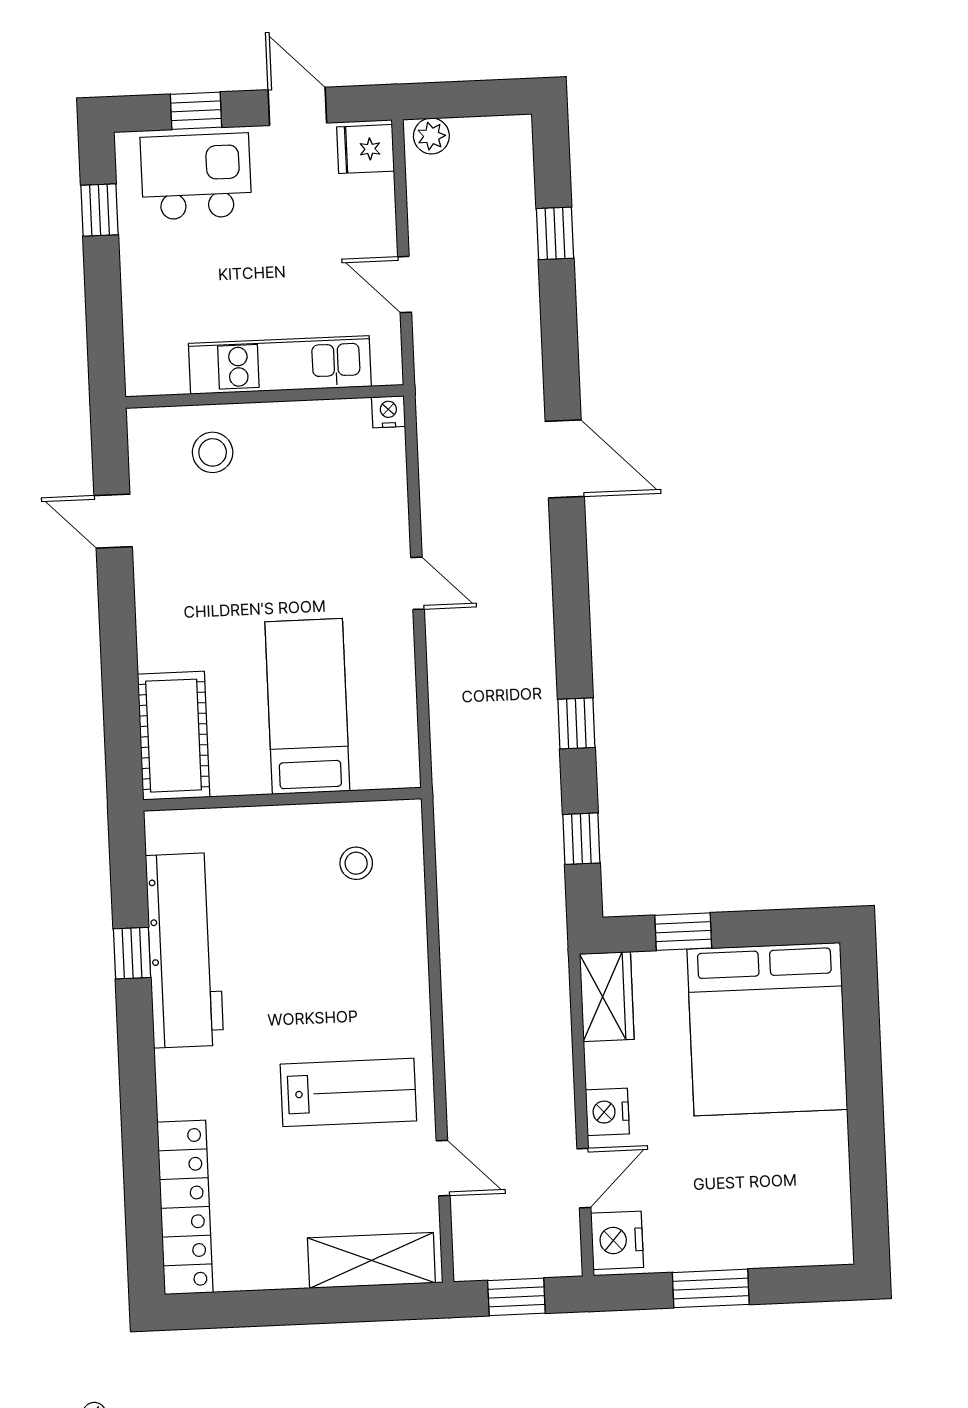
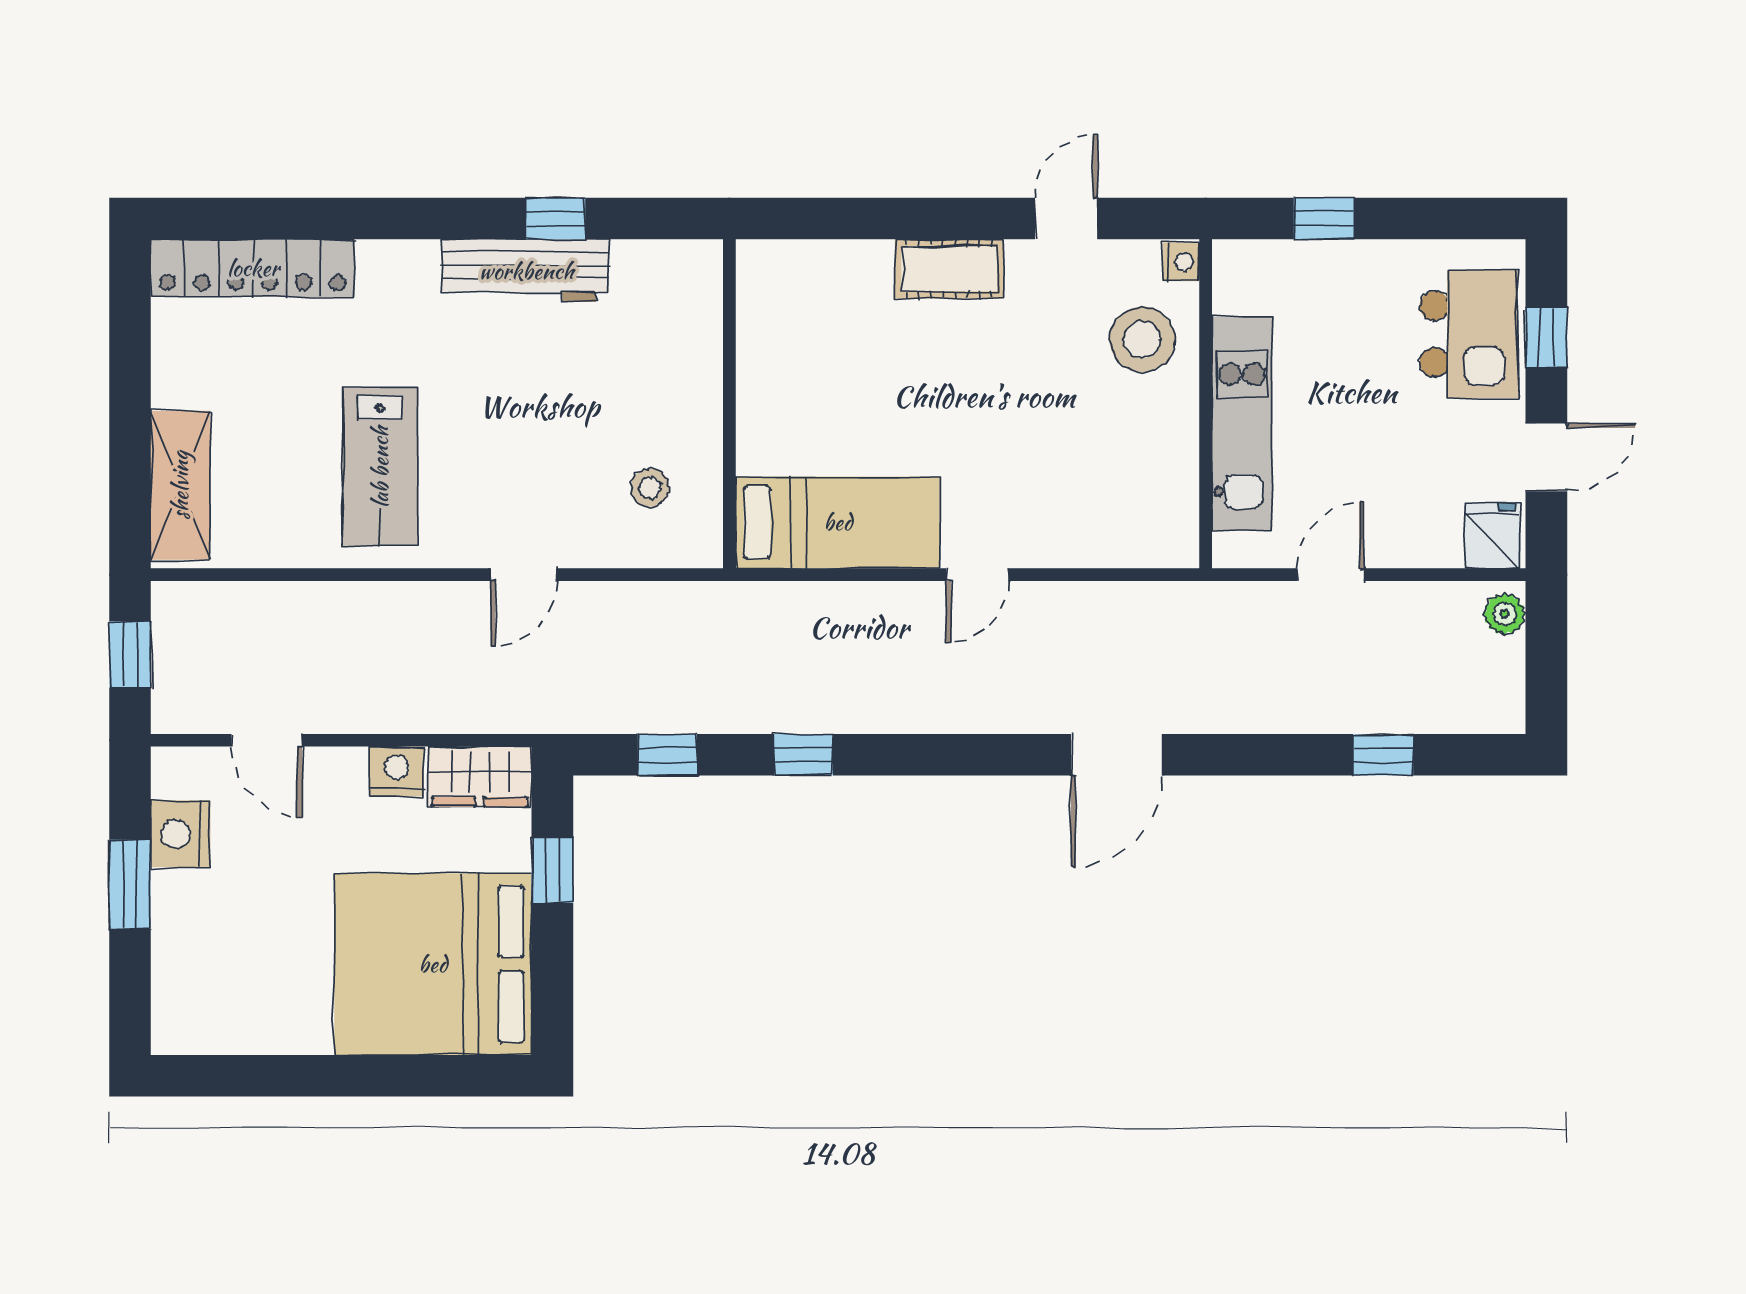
window: (100, 210) -> (1324, 218), moved
nightstand: (388, 412) -> (1181, 262), moved
stool: (213, 452) -> (1142, 339), width x1.38, depth x1.38
bed: (307, 706) -> (838, 522), moved
cot: (174, 736) -> (949, 269), moved, width x0.73, depth x0.75
workbench: (185, 950) -> (526, 271), width x0.73, depth x0.76
nightstand: (607, 1112) -> (397, 771), moved
door: (443, 1168) -> (524, 575), moved
nightstand: (617, 1240) -> (181, 834), moved, turned -90

